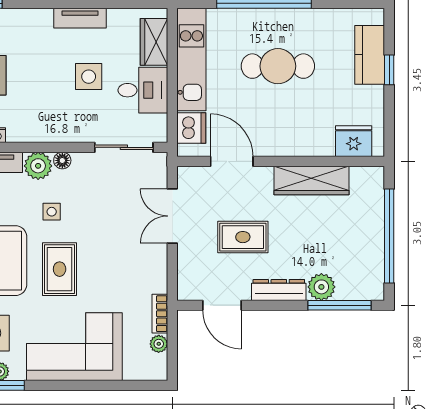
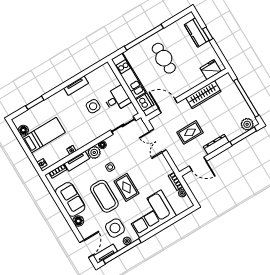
wardrobe: (154, 42) -> (110, 78), removed
cafe table: (278, 66) -> (164, 58), turned 90
plant: (321, 287) -> (247, 124), moved

